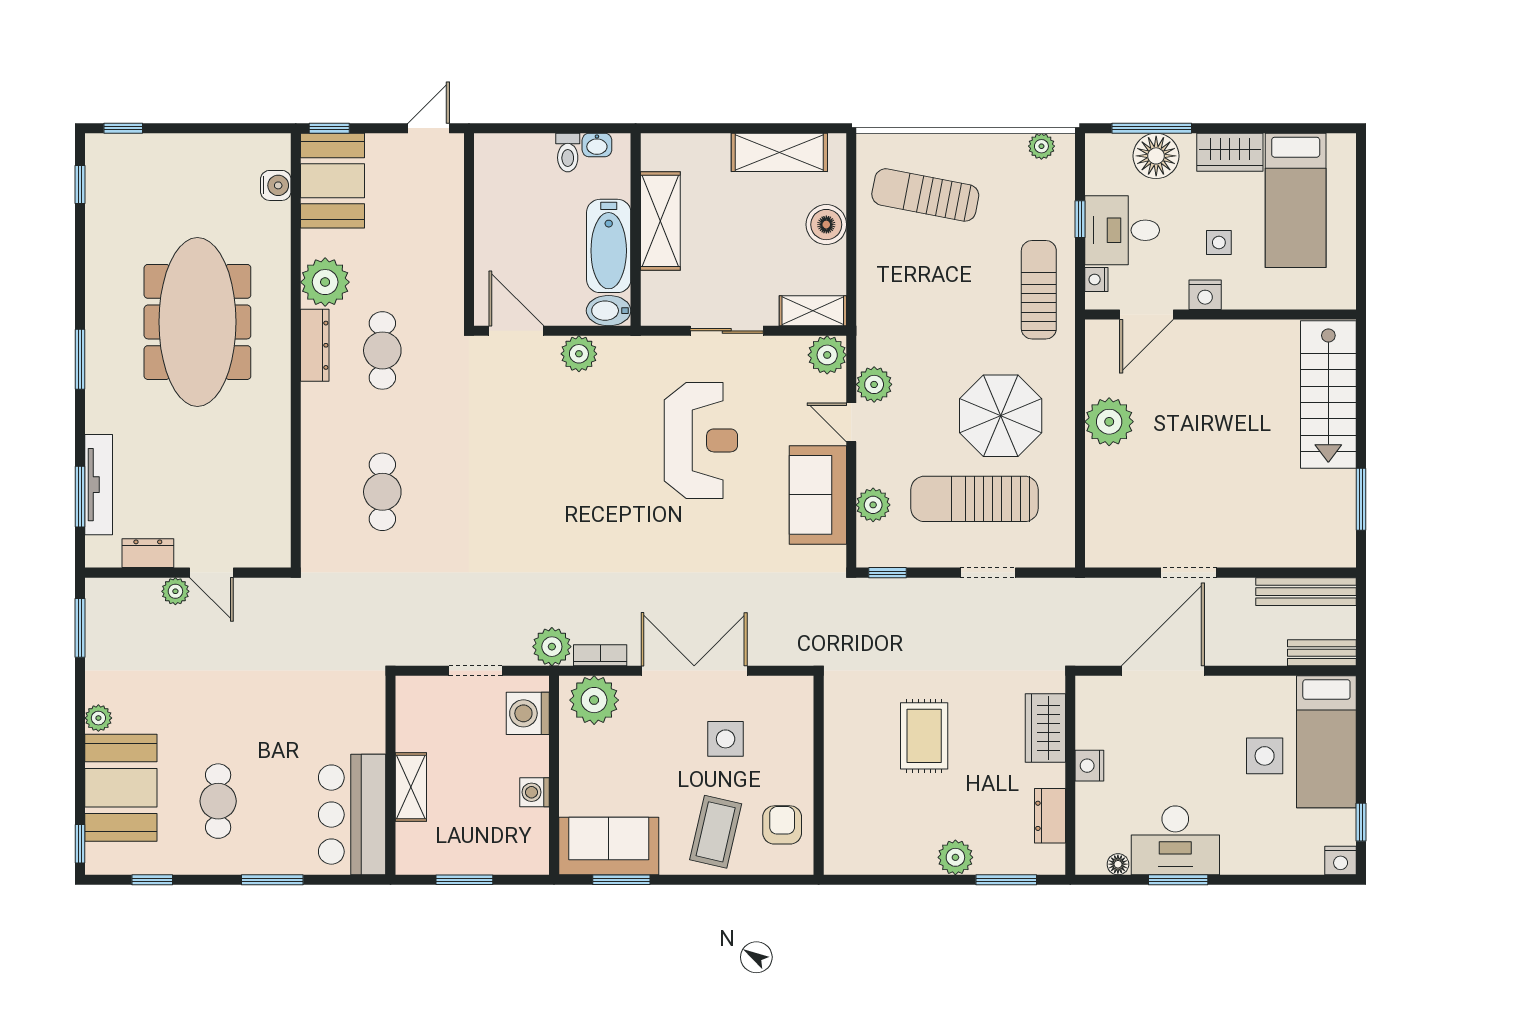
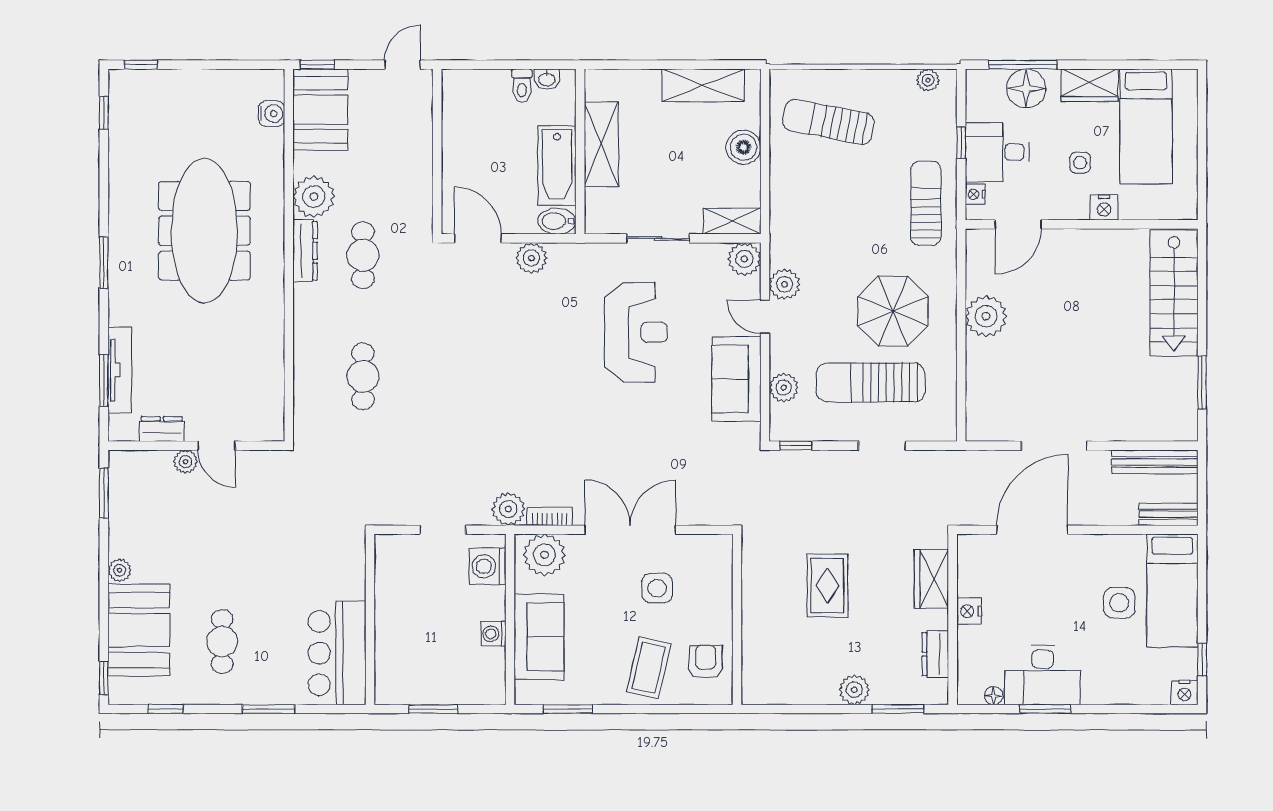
nightstand: (1205, 295) -> (1104, 207), moved
doorway: (1189, 573) -> (1054, 446), width x1.38
shelving: (411, 787) -> (387, 629), removed
sofa: (609, 846) -> (539, 637), moved, turned 90

